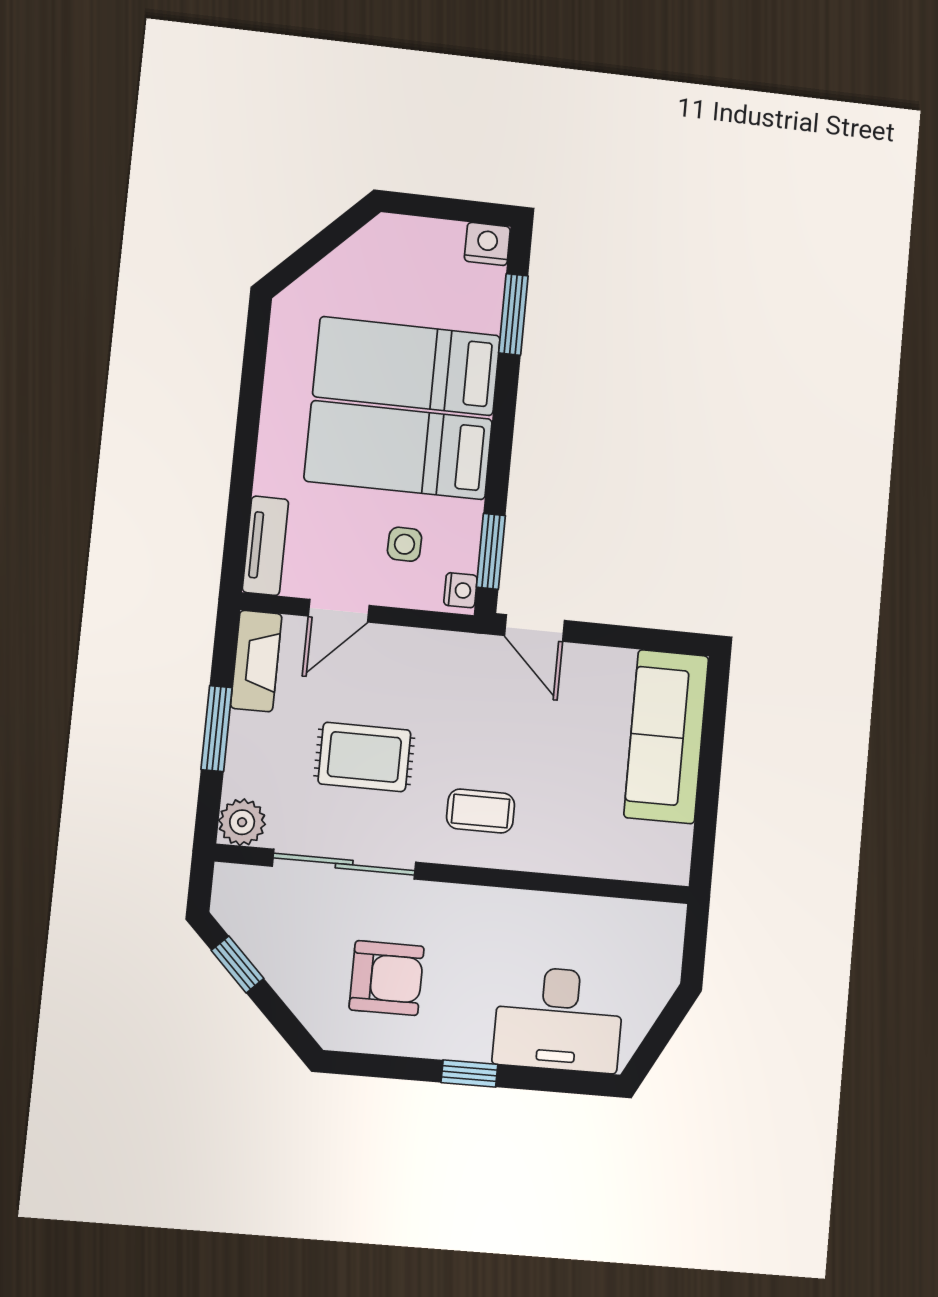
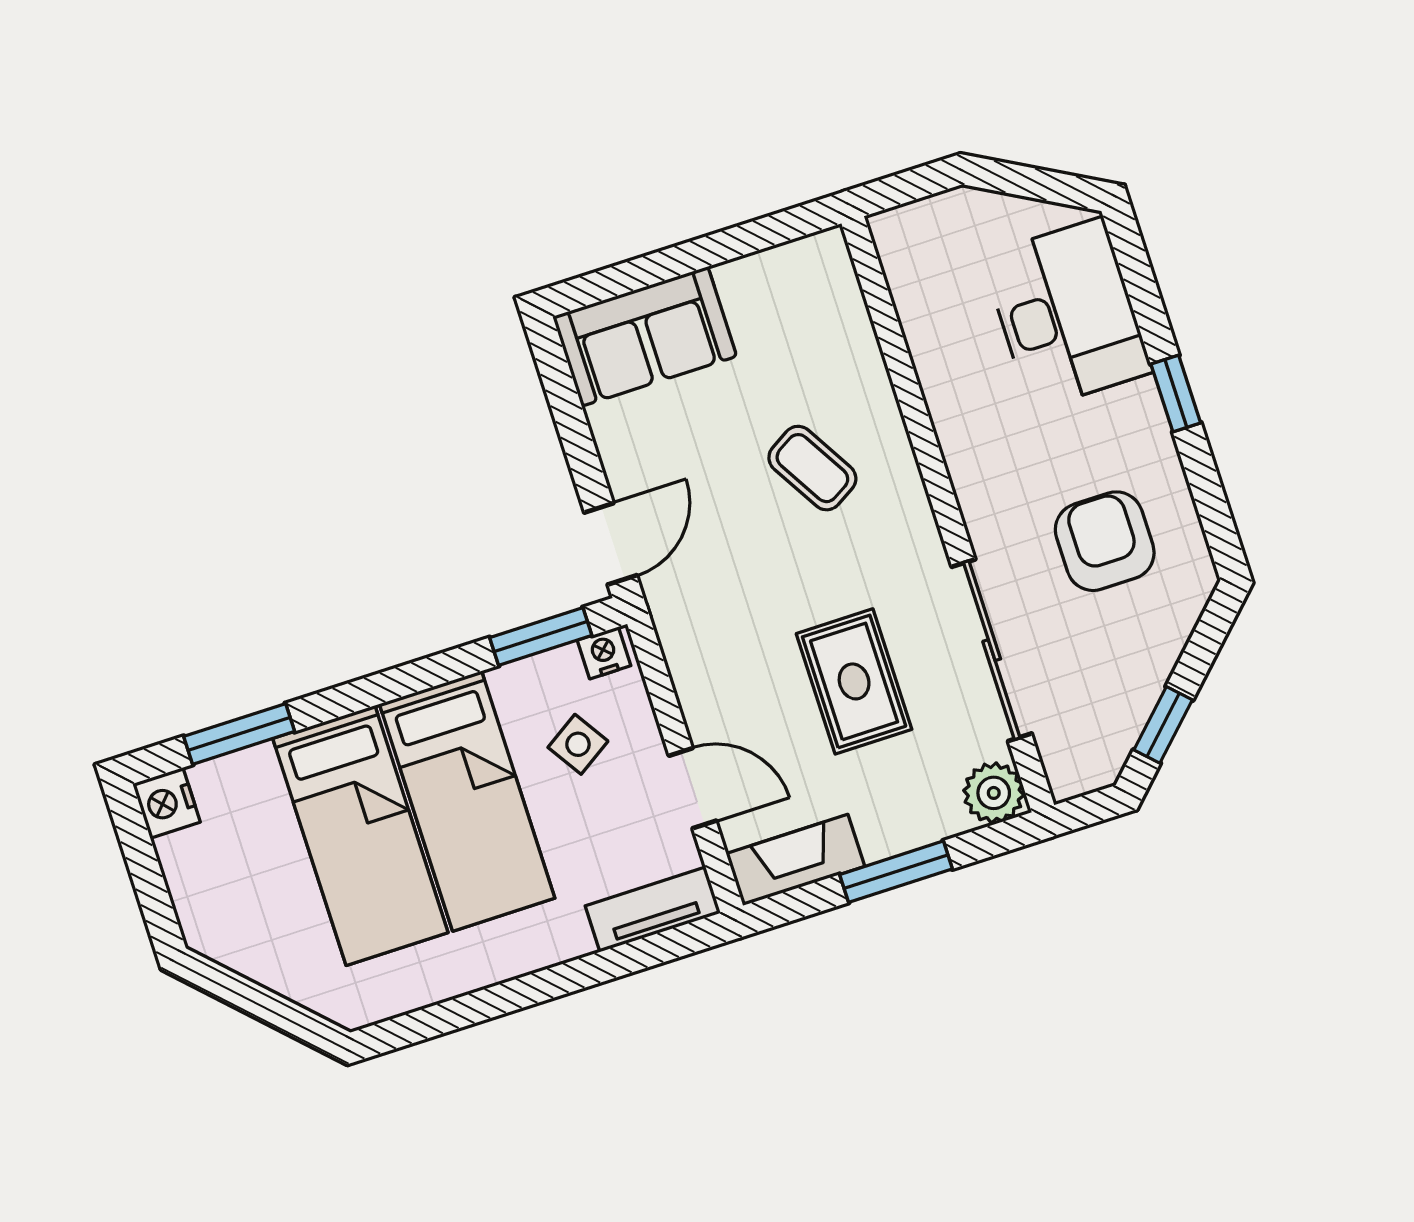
side table: (404, 544) -> (578, 744), turned -34
sofa: (666, 737) -> (645, 336), width x0.73
coffee table: (481, 811) -> (812, 468), moved, turned -31

